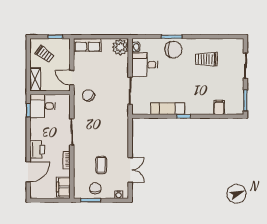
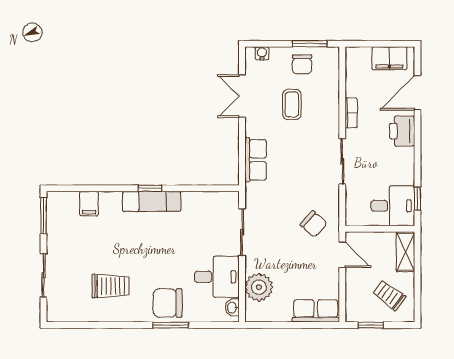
plant: (120, 47) -> (259, 287), moved
exam couch: (168, 109) -> (152, 201), moved
row of seats: (122, 133) -> (256, 160), added
filing cabinet: (63, 187) -> (389, 58), moved, turned 90

